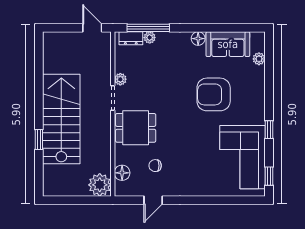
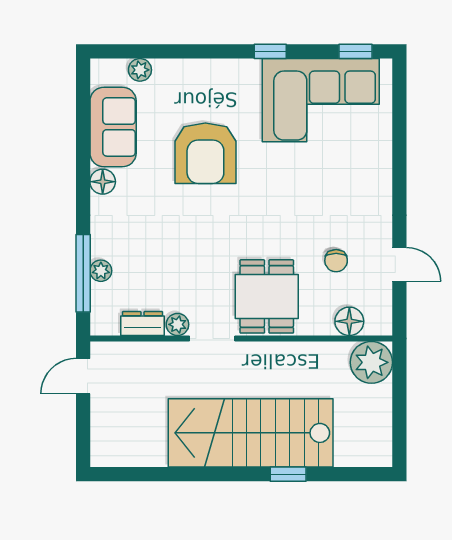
dresser: (131, 38) -> (143, 324), moved, turned -90

